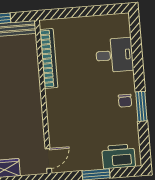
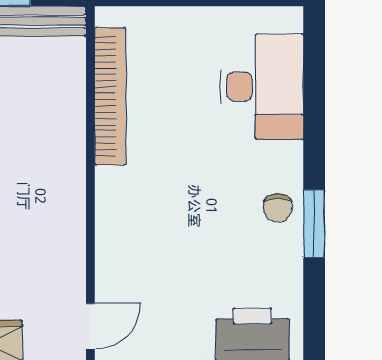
desk: (114, 55) -> (262, 86), width x1.37

